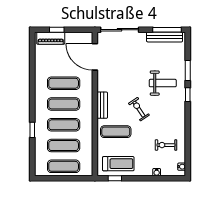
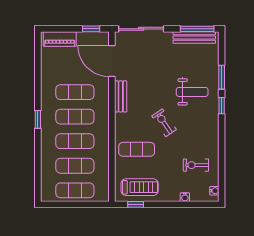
window: (57, 30) -> (91, 29), moved
bench: (102, 105) -> (121, 96), moved
window: (32, 130) -> (38, 119), moved

